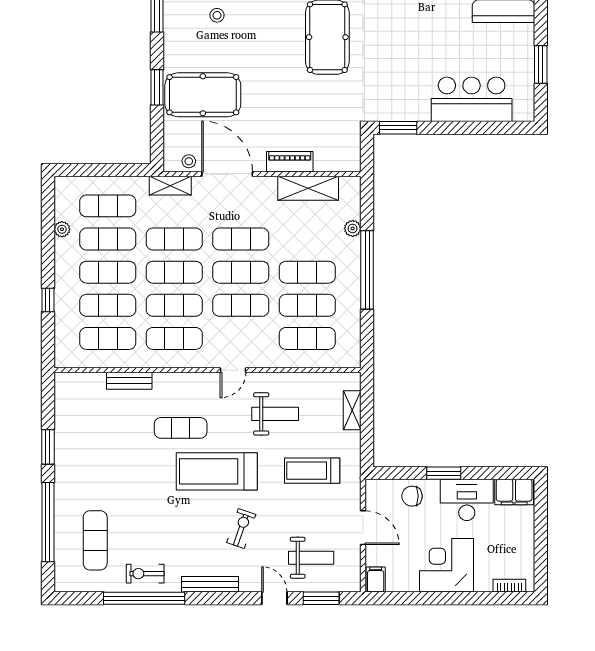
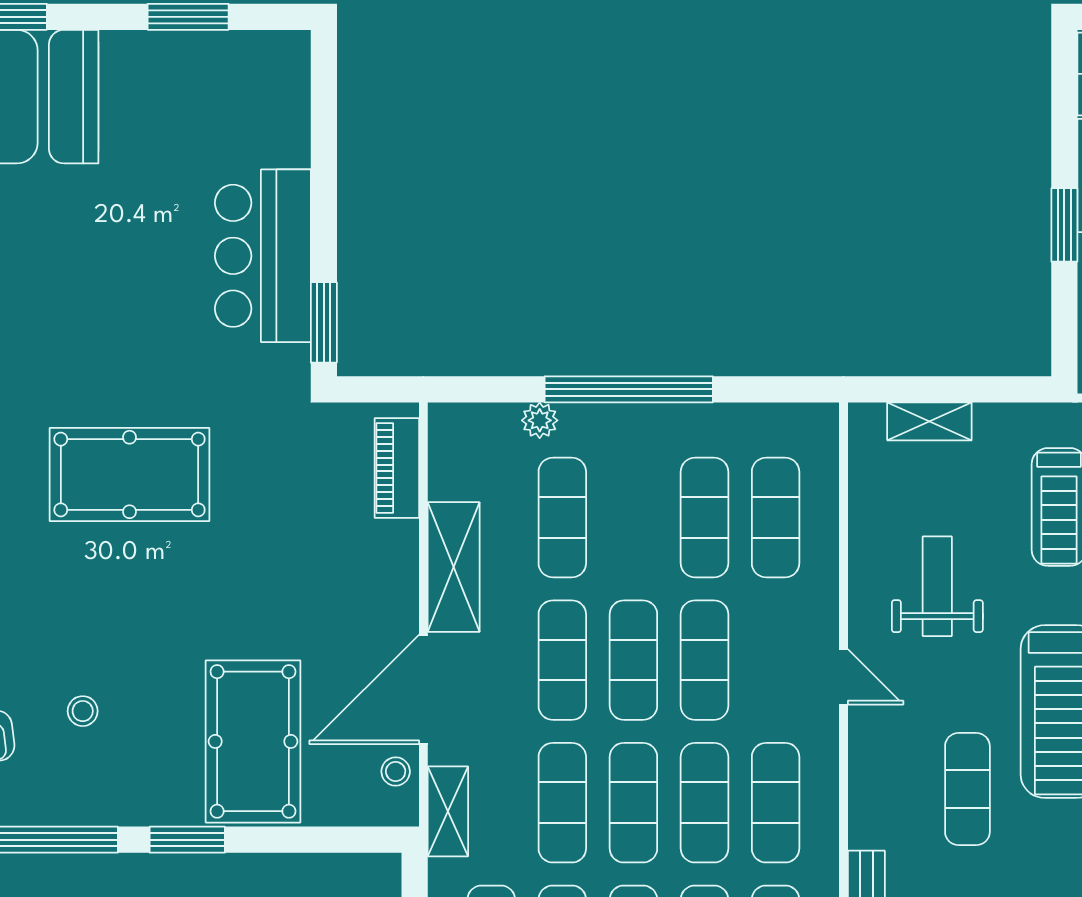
window: (157, 87) -> (187, 840), moved
bar counter: (472, 99) -> (263, 256), moved
piano: (290, 162) -> (397, 468), moved
shelving: (308, 188) -> (454, 567), moved
exercise mat: (307, 272) -> (562, 517), moved

